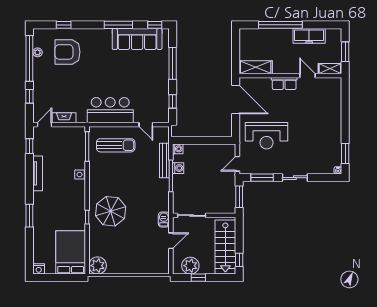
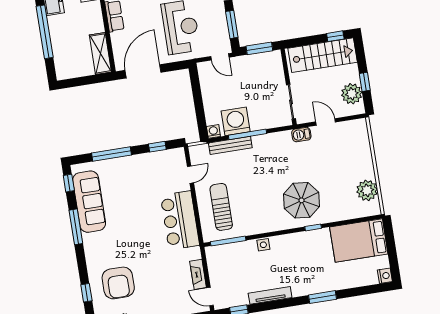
washing machine: (178, 168) -> (236, 121), width x1.89, depth x1.89
plant: (98, 266) -> (367, 190), moved

